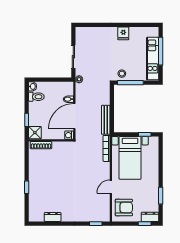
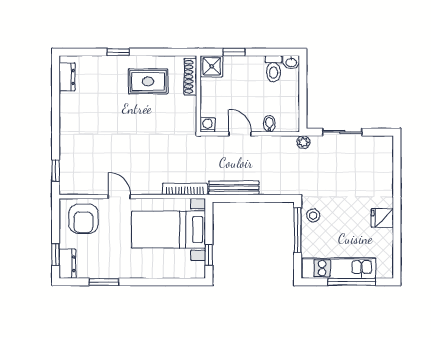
door: (74, 116) -> (240, 134), width x0.53
rug: (44, 170) -> (148, 81), added
dresser: (53, 217) -> (67, 77), moved

